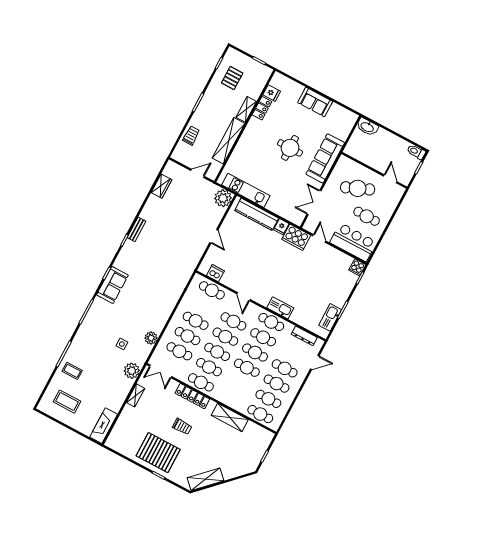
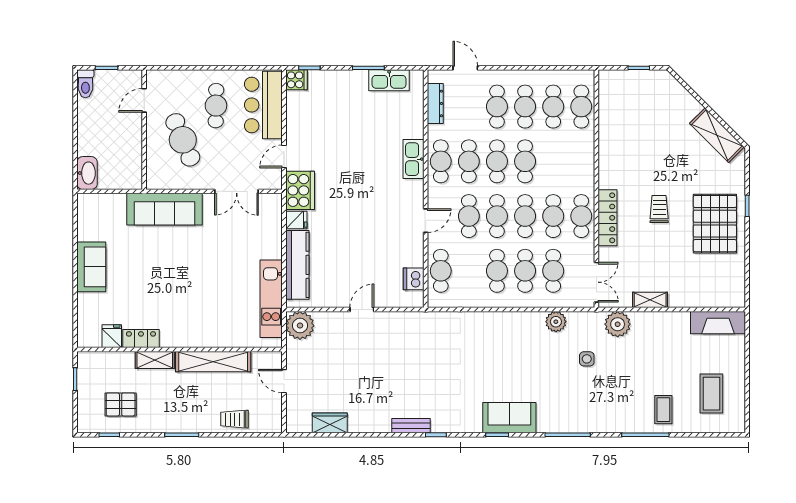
round table: (290, 148) -> (177, 268), removed
shelving: (230, 417) -> (610, 148), removed

